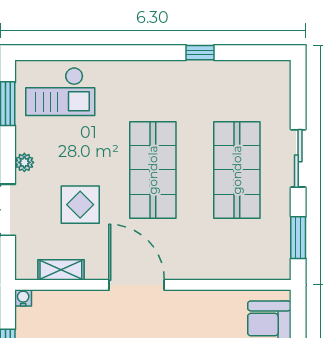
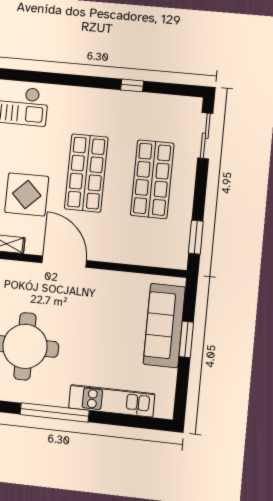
sliding door: (298, 158) -> (205, 136), moved
display table: (80, 205) -> (27, 194), width x1.36, depth x1.36

